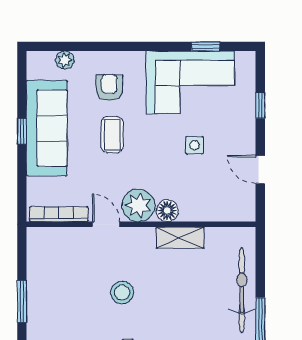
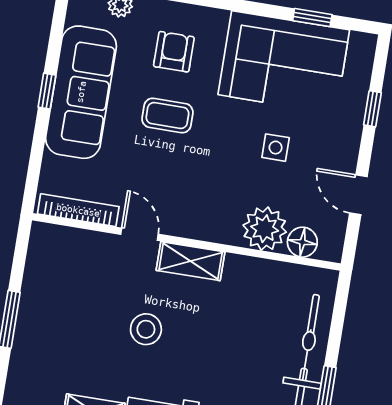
coffee table: (112, 135) -> (167, 116), turned 90
plant: (138, 205) -> (265, 229), moved
floor lamp: (167, 211) -> (302, 242), moved
shelving: (180, 238) -> (191, 261), moved

